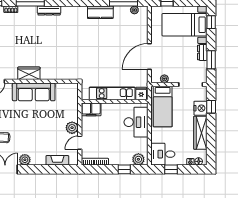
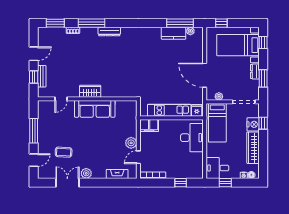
kitchen counter: (100, 12) -> (174, 33), moved
door: (149, 56) -> (205, 75), hinge flipped
plant: (138, 159) -> (194, 173), removed

